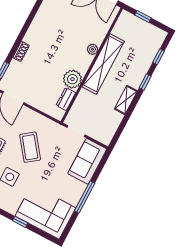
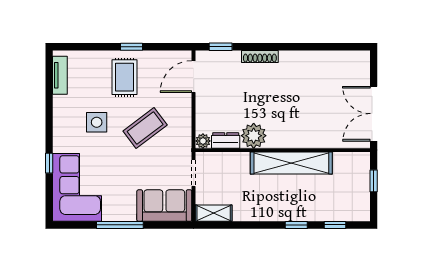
plant: (92, 49) -> (203, 141), moved
shoe rack: (21, 51) -> (260, 56), width x1.43
shelving: (126, 100) -> (214, 213), moved

